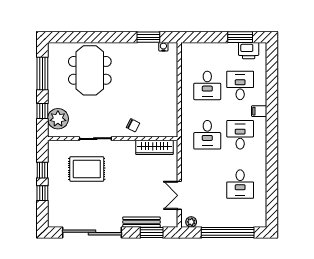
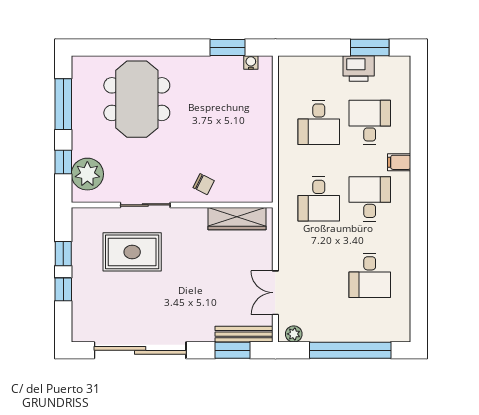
printer: (249, 51) -> (359, 68), moved
bench: (141, 222) -> (244, 334), moved

